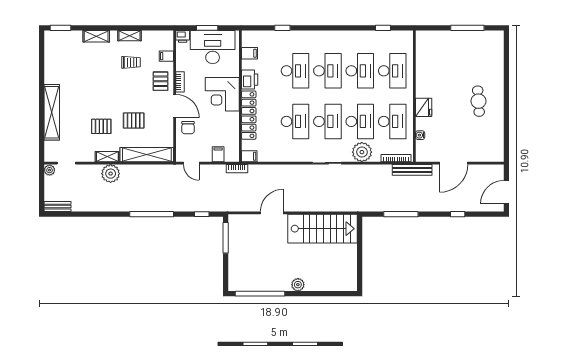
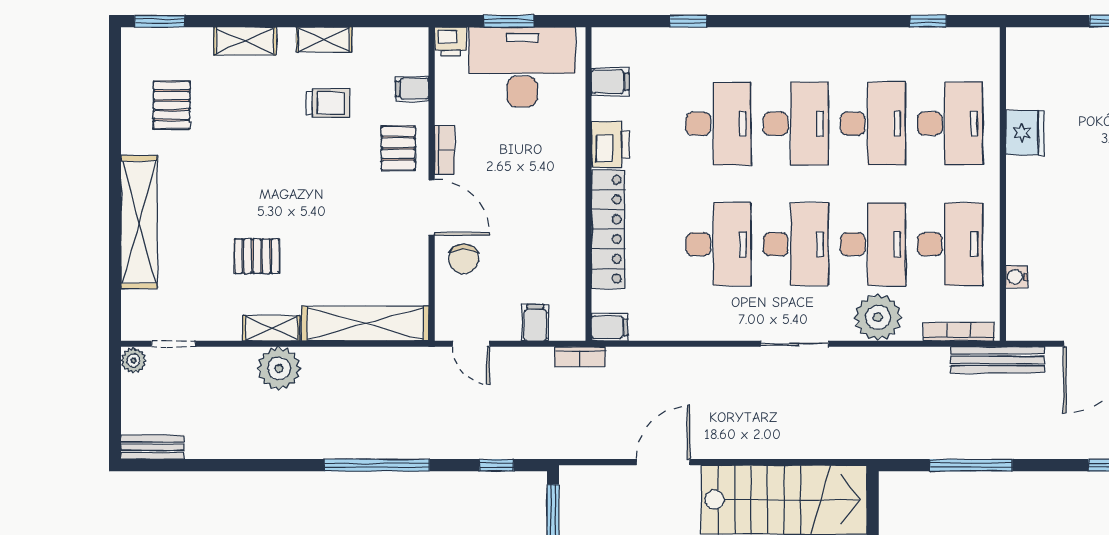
corner desk: (222, 94) -> (545, 179), removed
fridge: (424, 107) -> (1025, 133), moved
pallet: (134, 120) -> (172, 105), moved, turned 90

